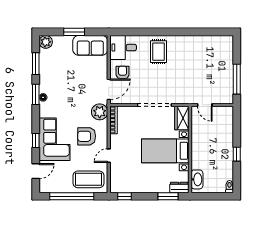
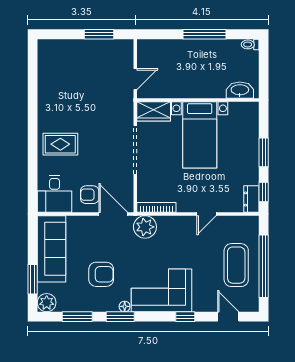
window: (74, 32) -> (33, 279), moved
sofa: (90, 45) -> (52, 249), width x1.36
window: (237, 79) -> (99, 34), width x0.69
armchair: (87, 136) -> (101, 274), moved, turned -90
corner sofa: (54, 139) -> (161, 290), moved
window: (237, 154) -> (204, 34), width x2.17
door: (109, 156) -> (206, 214), hinge flipped
coffee table: (89, 179) -> (236, 265), moved
dresser: (179, 188) -> (251, 199), moved
window: (168, 196) -> (264, 152), moved

